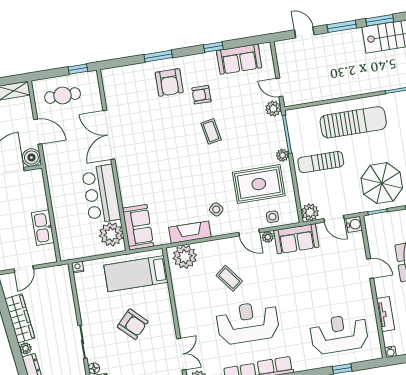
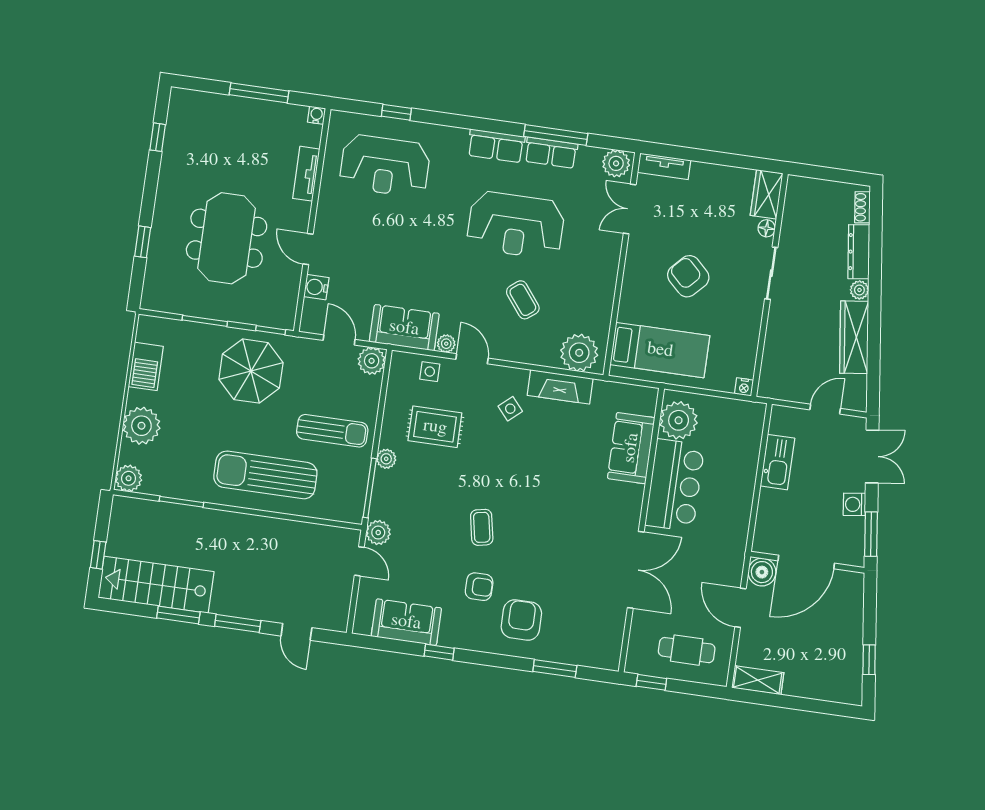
window: (158, 56) -> (555, 669), moved
rug: (259, 184) -> (435, 427), width x0.73, depth x0.70
water cooler: (354, 224) -> (316, 287), moved
sofa: (138, 227) -> (631, 448), moved

